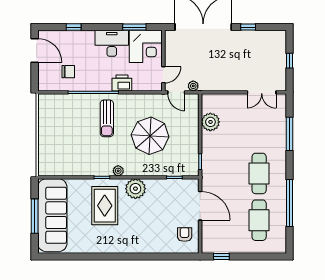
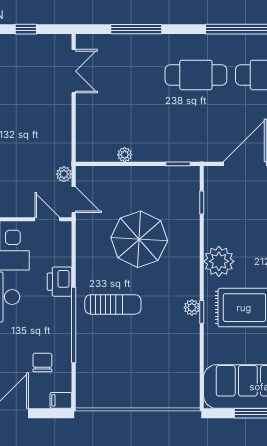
filing cabinet: (43, 84) -> (61, 400), added
door: (176, 92) -> (74, 200), hinge flipped
plant: (210, 122) -> (125, 155), width x0.53, depth x0.53
plant: (118, 171) -> (192, 307), moved

